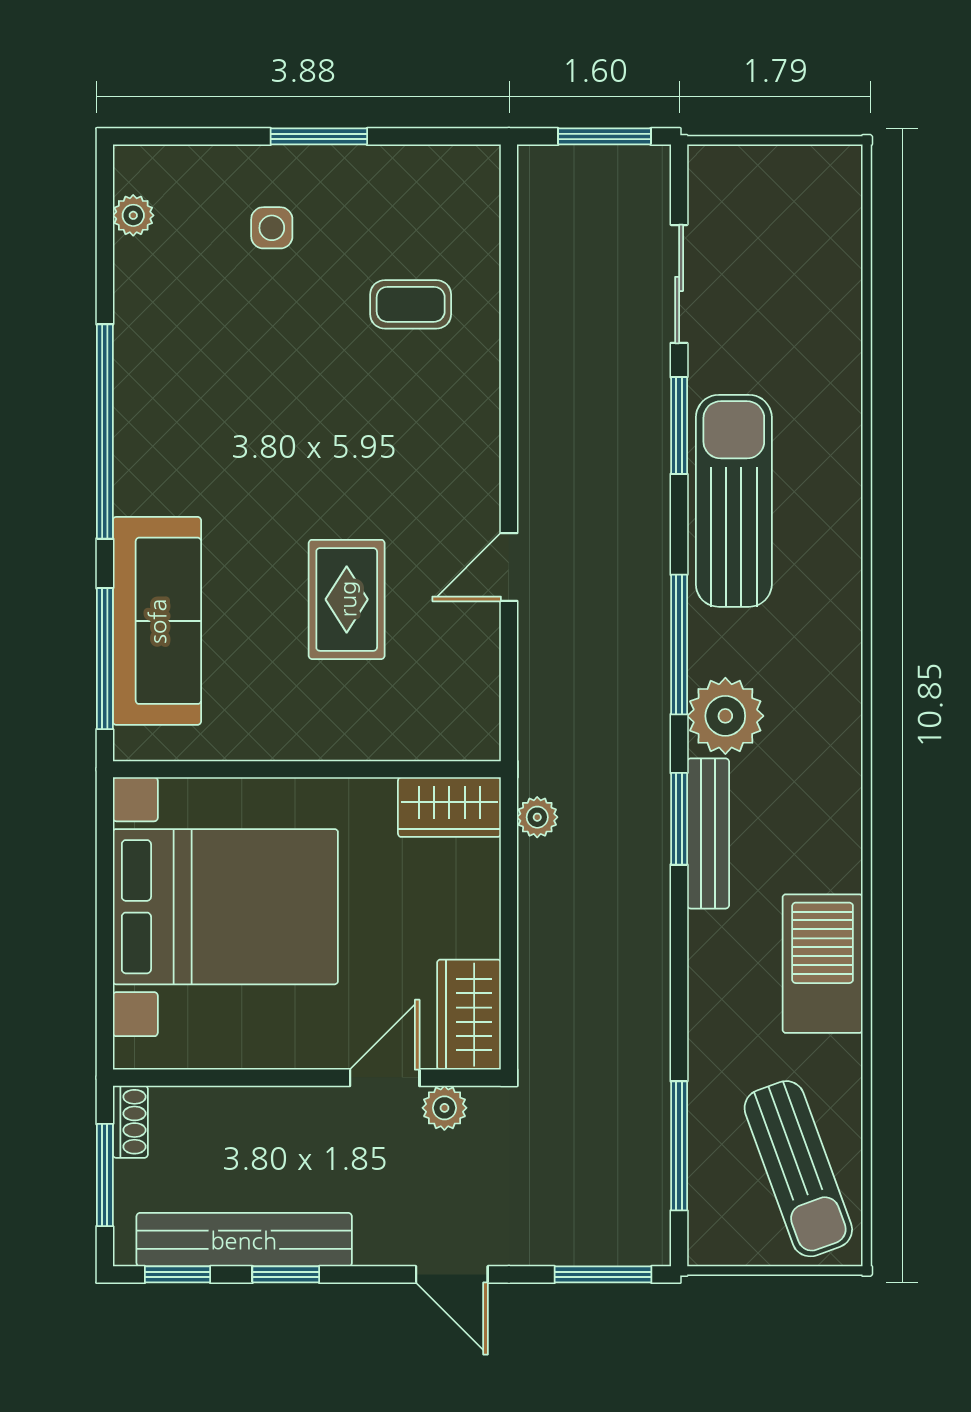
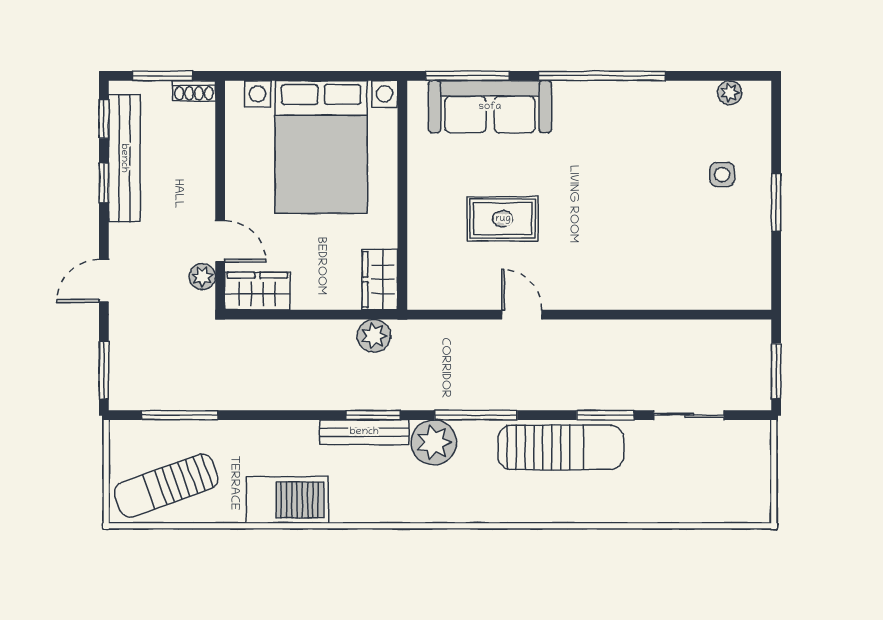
coffee table: (411, 304) -> (677, 257), removed
plant: (537, 817) -> (374, 336), width x1.38, depth x1.38

